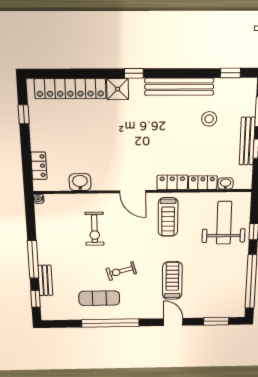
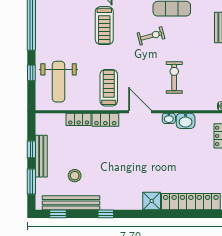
window: (134, 73) -> (106, 214), moved
bench: (179, 87) -> (71, 203), moved
washbasin: (226, 183) -> (169, 118), moved

